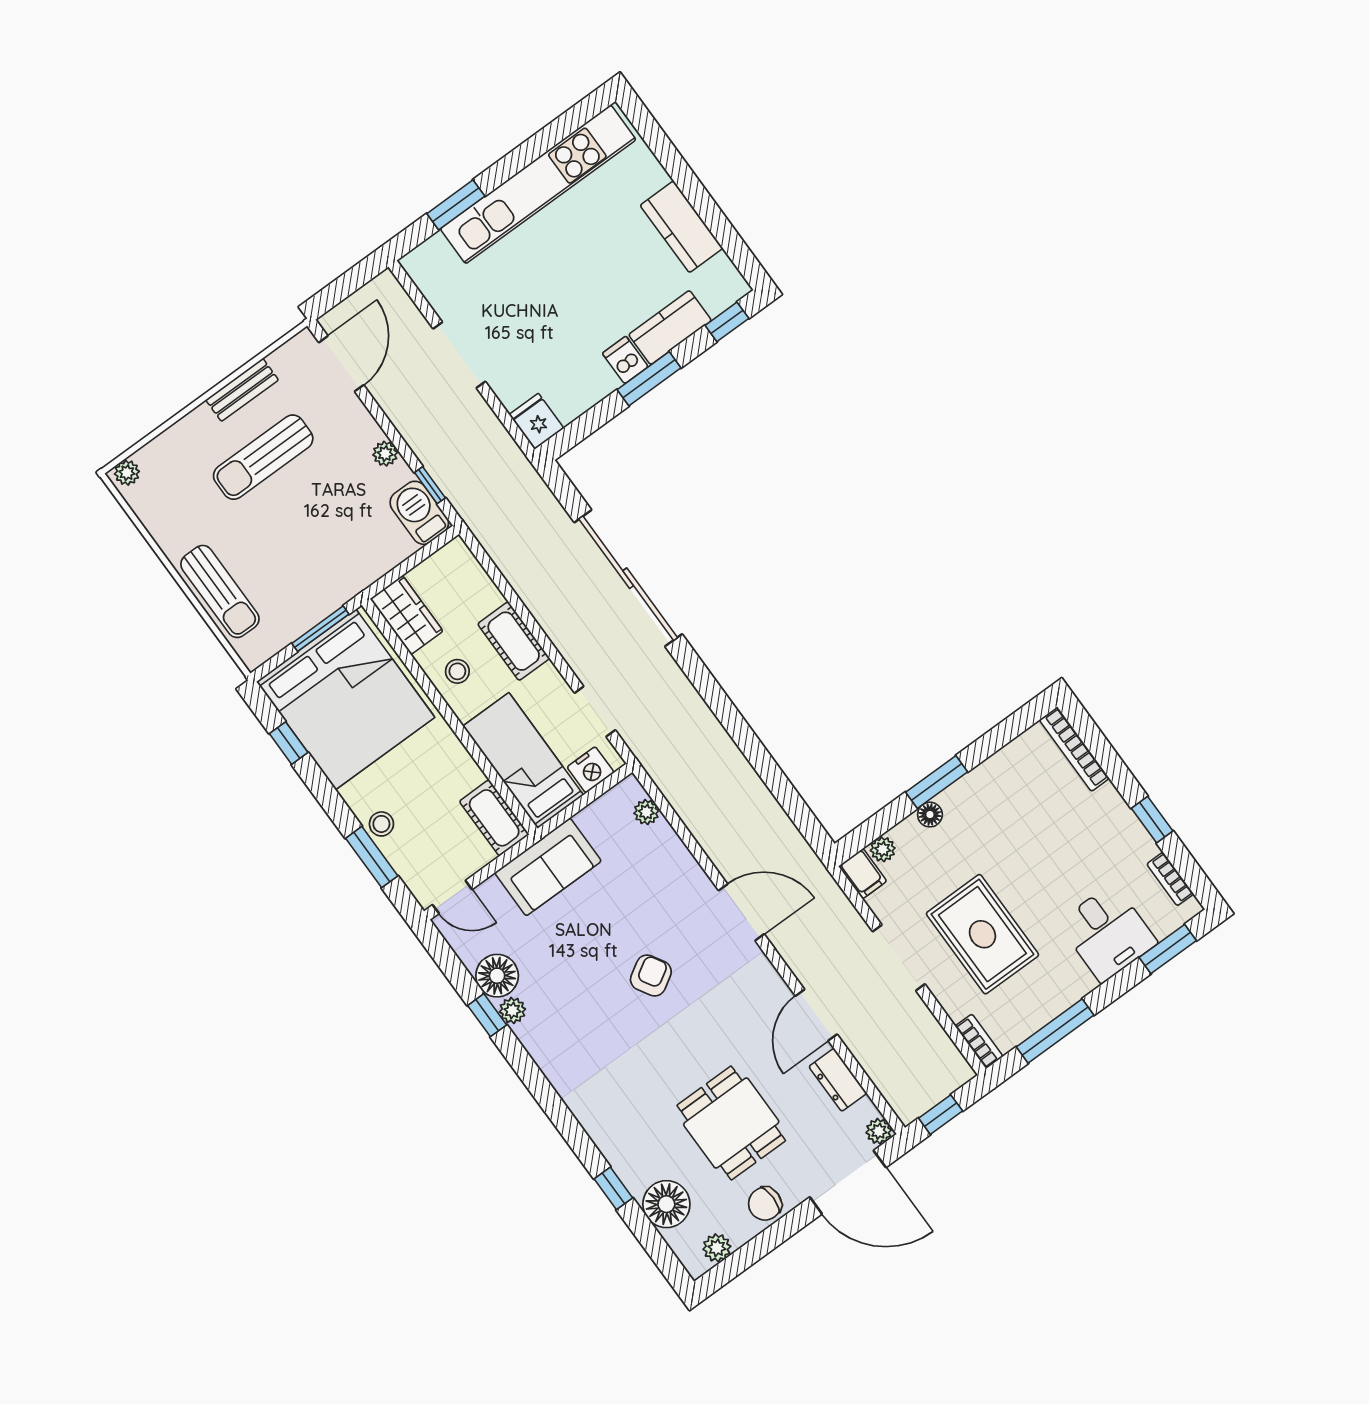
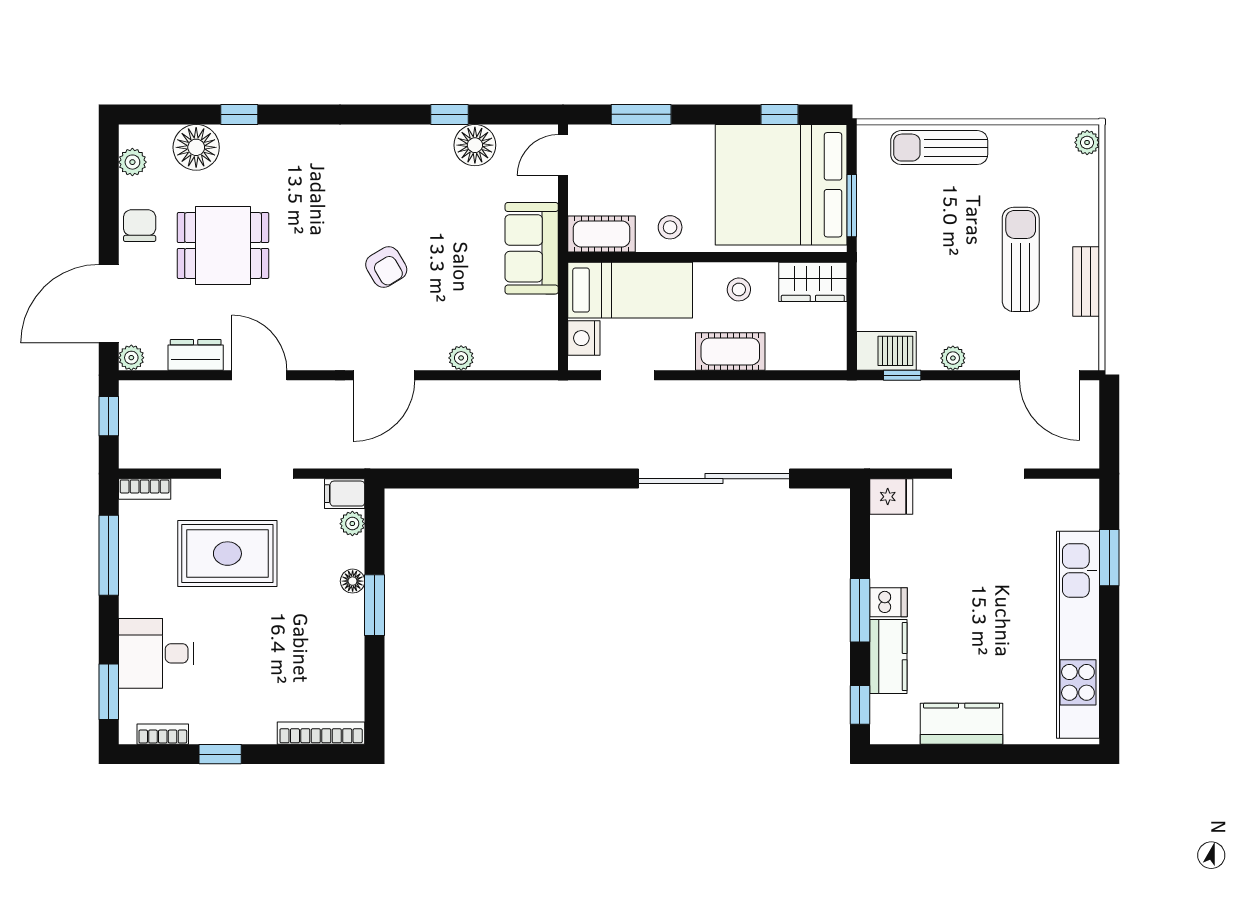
plant: (646, 812) -> (461, 358), moved
stool: (381, 824) -> (670, 227), moved
plant: (512, 1010) -> (439, 137), removed

